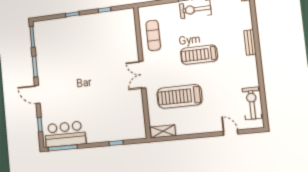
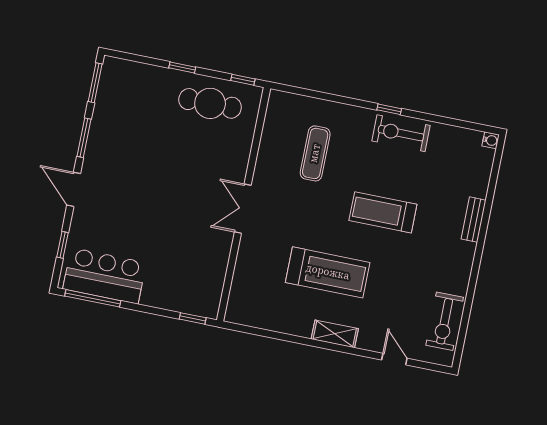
cafe table: (92, 28) -> (210, 103), added
wall: (142, 72) -> (244, 204), moved
double door: (142, 75) -> (243, 209), moved
treadmill: (179, 96) -> (328, 272), turned 180
exercise bike: (252, 103) -> (445, 321), turned 180
shelving: (163, 131) -> (335, 334), moved

